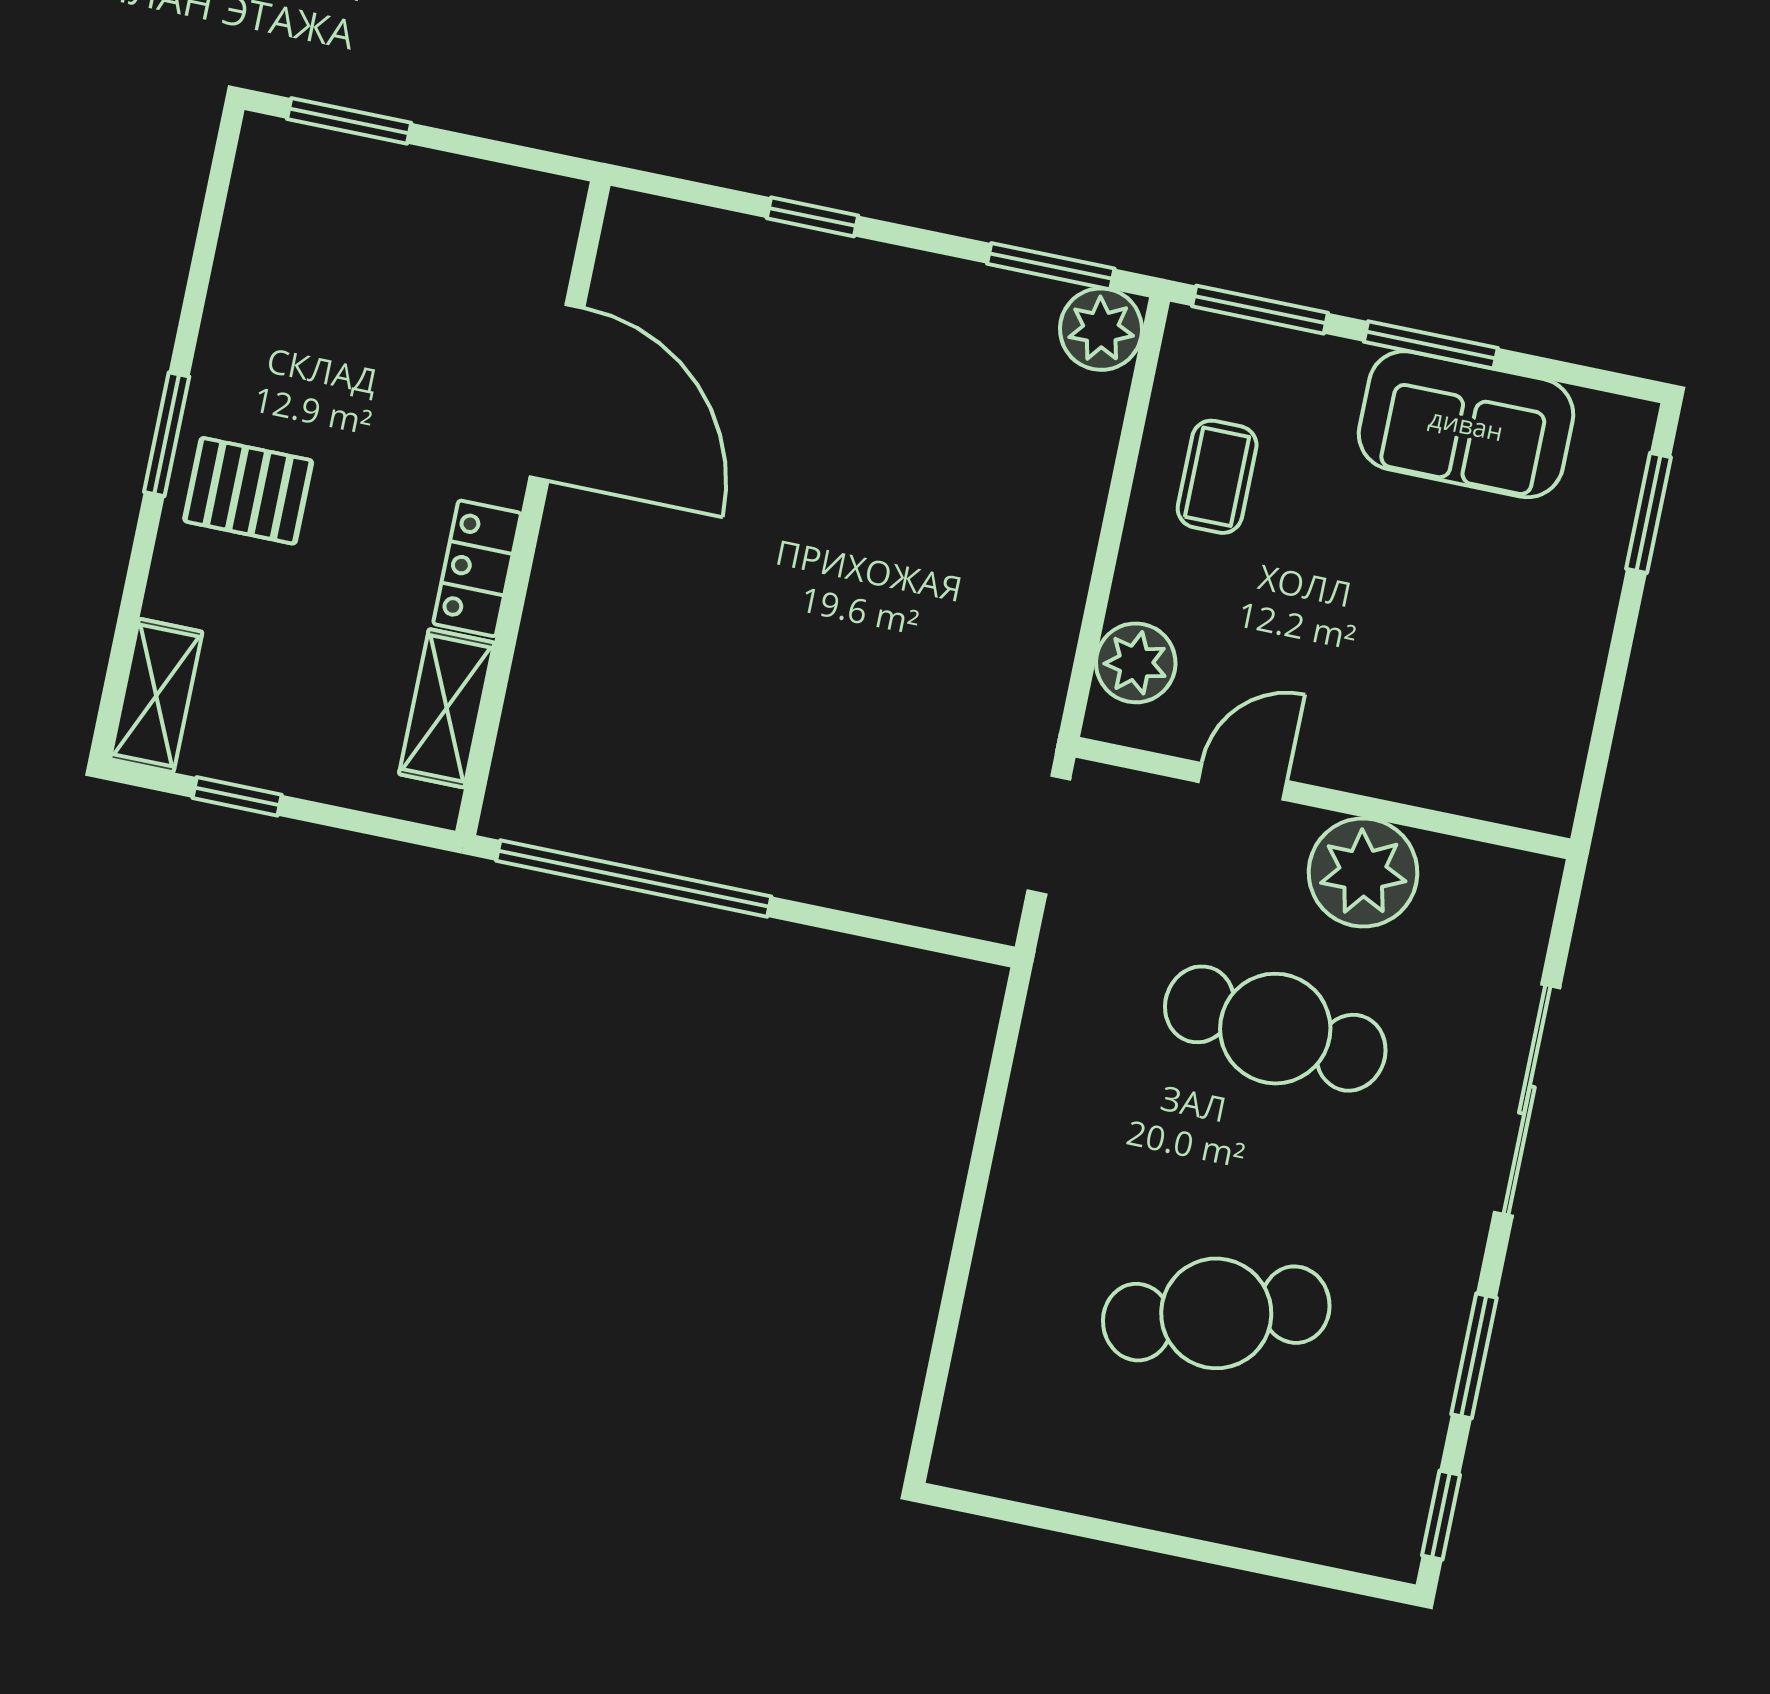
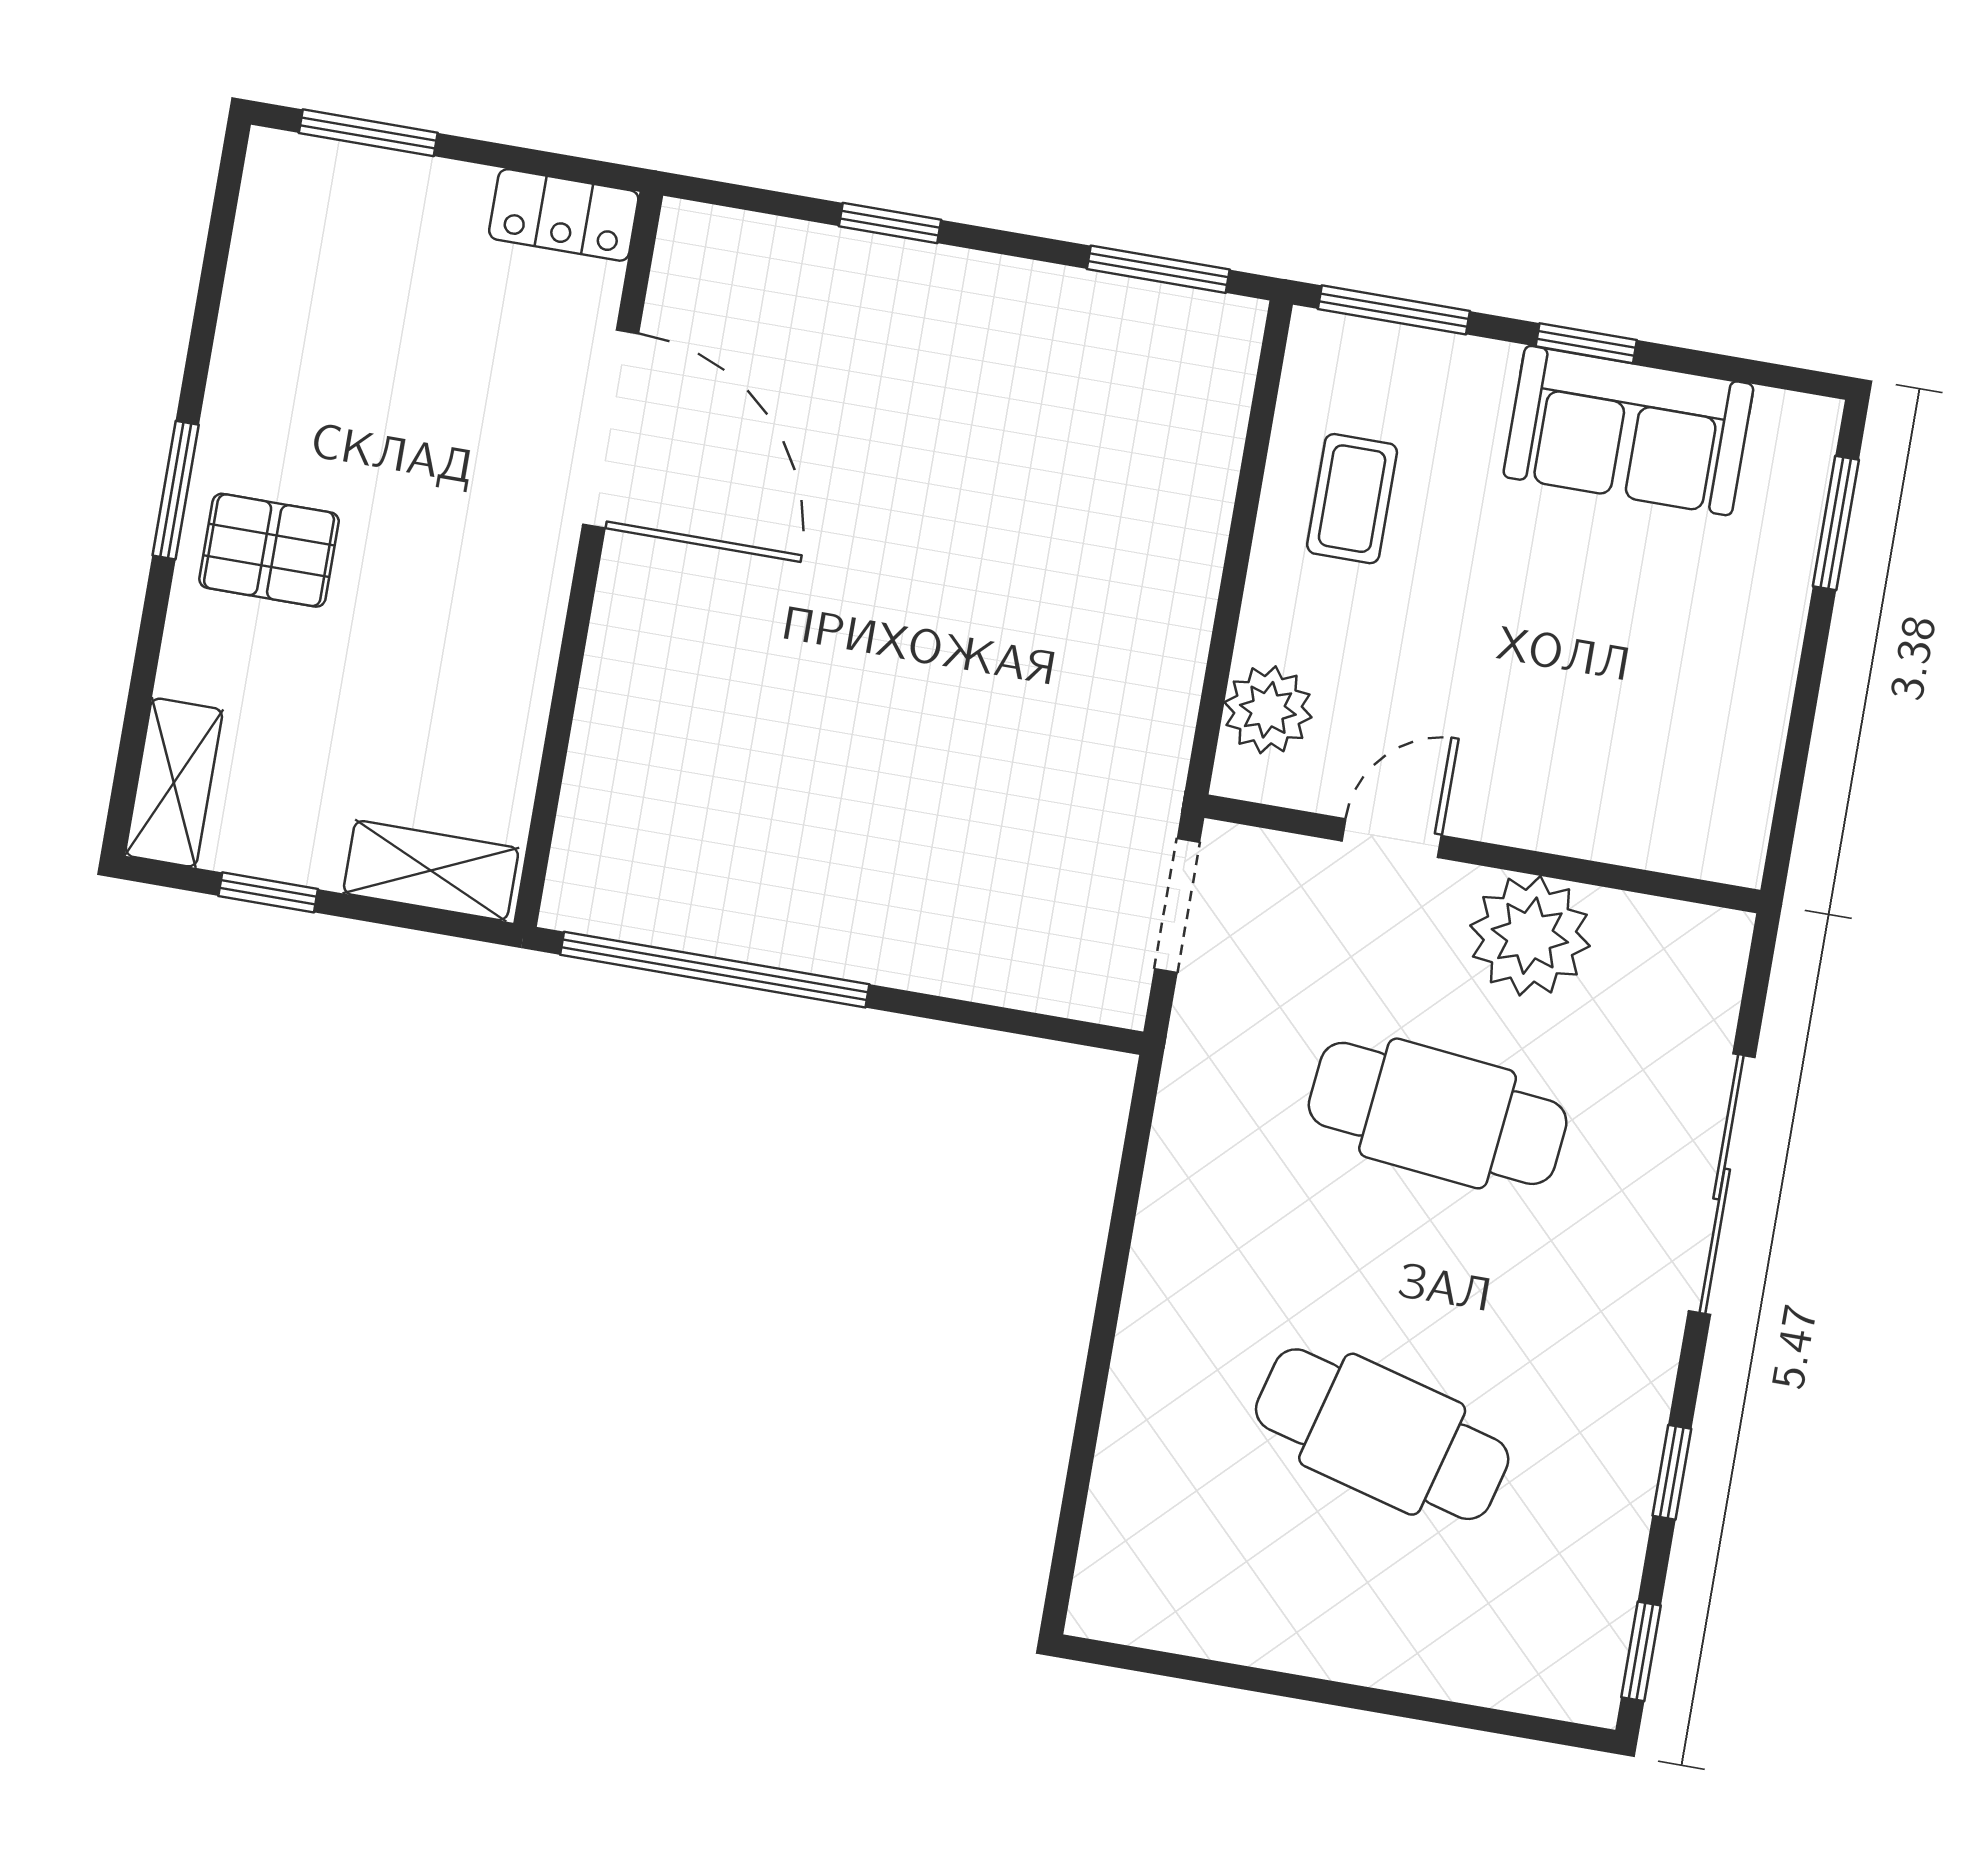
plant: (1101, 329) -> (1217, 338), removed
window: (1431, 345) -> (1586, 343), width x0.67
locker: (477, 568) -> (564, 215), moved, turned -90
shelving: (447, 708) -> (431, 871), moved, turned 90
cafe table: (1216, 1313) -> (1382, 1434), turned 33
window: (1474, 1356) -> (1672, 1472), width x0.67

